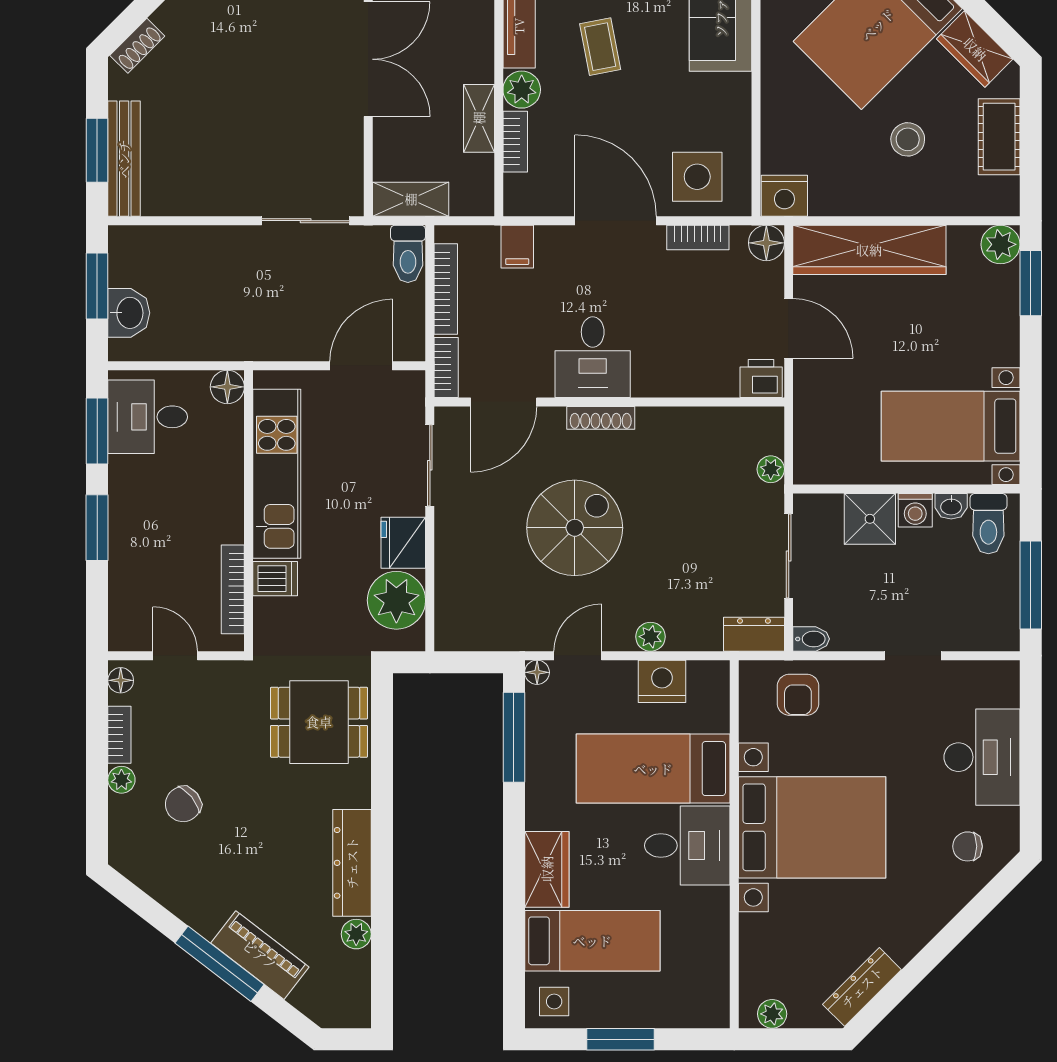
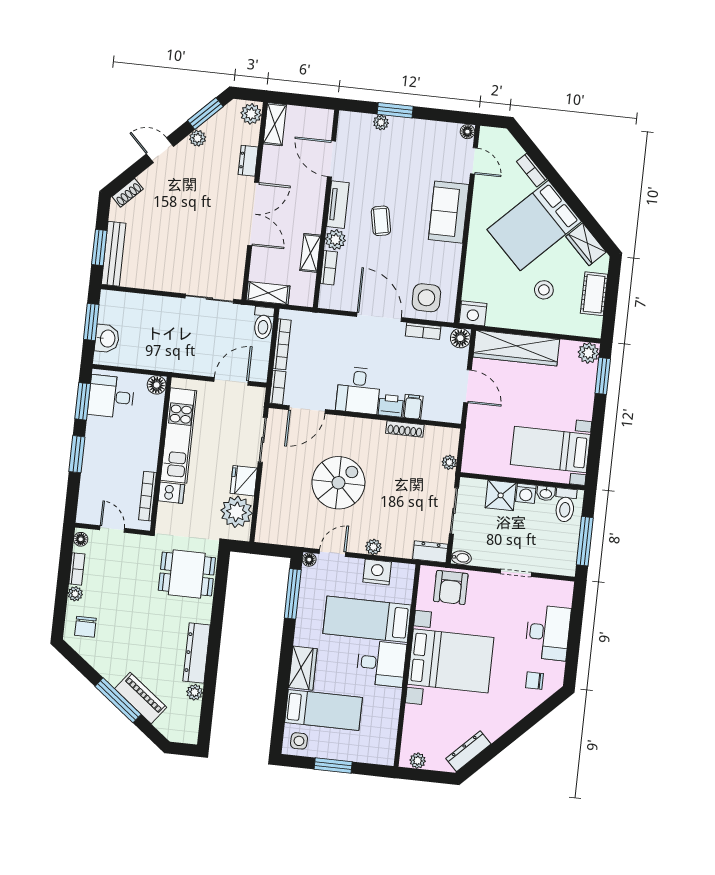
filing cabinet: (517, 247) -> (413, 407), moved, turned 180
printer: (761, 378) -> (391, 406), moved
shoe rack: (601, 418) -> (405, 429), moved
armchair: (798, 695) -> (451, 587), width x1.38, depth x1.38
chair: (183, 804) -> (85, 627), moved, turned -51

